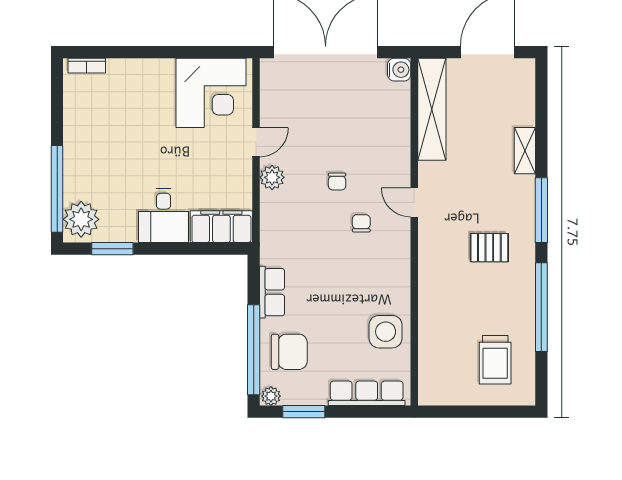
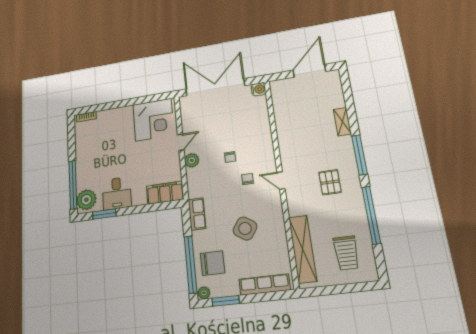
shelving: (432, 109) -> (303, 249), moved
door: (414, 203) -> (281, 181), moved
desk: (163, 216) -> (117, 193), moved
pallet: (489, 248) -> (330, 182), turned 90
row of seats: (272, 292) -> (197, 214), moved
side table: (386, 332) -> (245, 228), moved, turned 34

